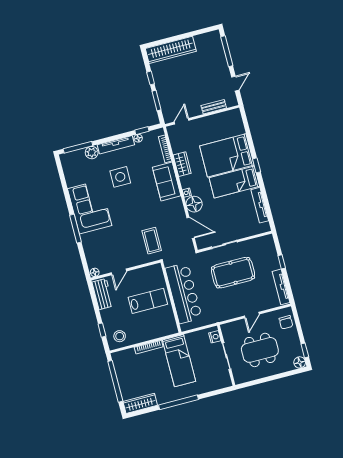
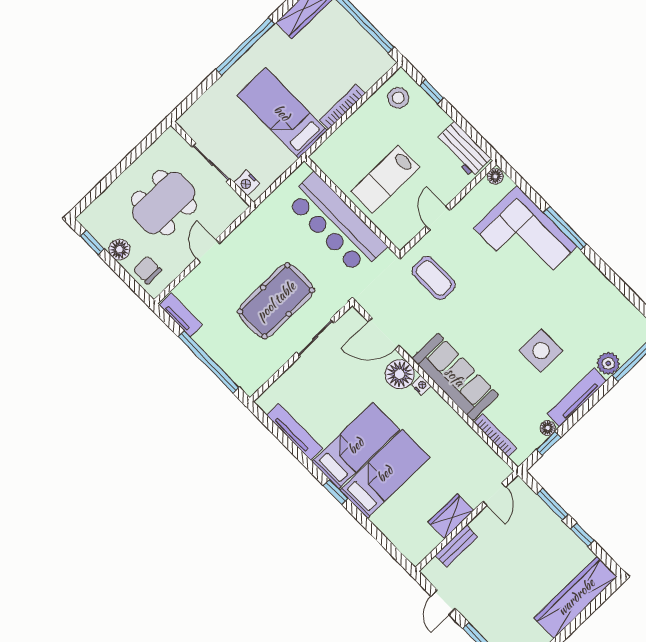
bed: (227, 155) -> (385, 474), width x0.67
wardrobe: (182, 164) -> (451, 516), moved, turned 90
sofa: (167, 182) -> (455, 377), width x1.36
corner sofa: (90, 207) -> (525, 237), moved
window: (282, 262) -> (209, 362), width x3.17
door: (119, 272) -> (438, 218), moved
tv unit: (281, 287) -> (181, 315), width x0.71
floor lamp: (300, 362) -> (119, 250), moved

